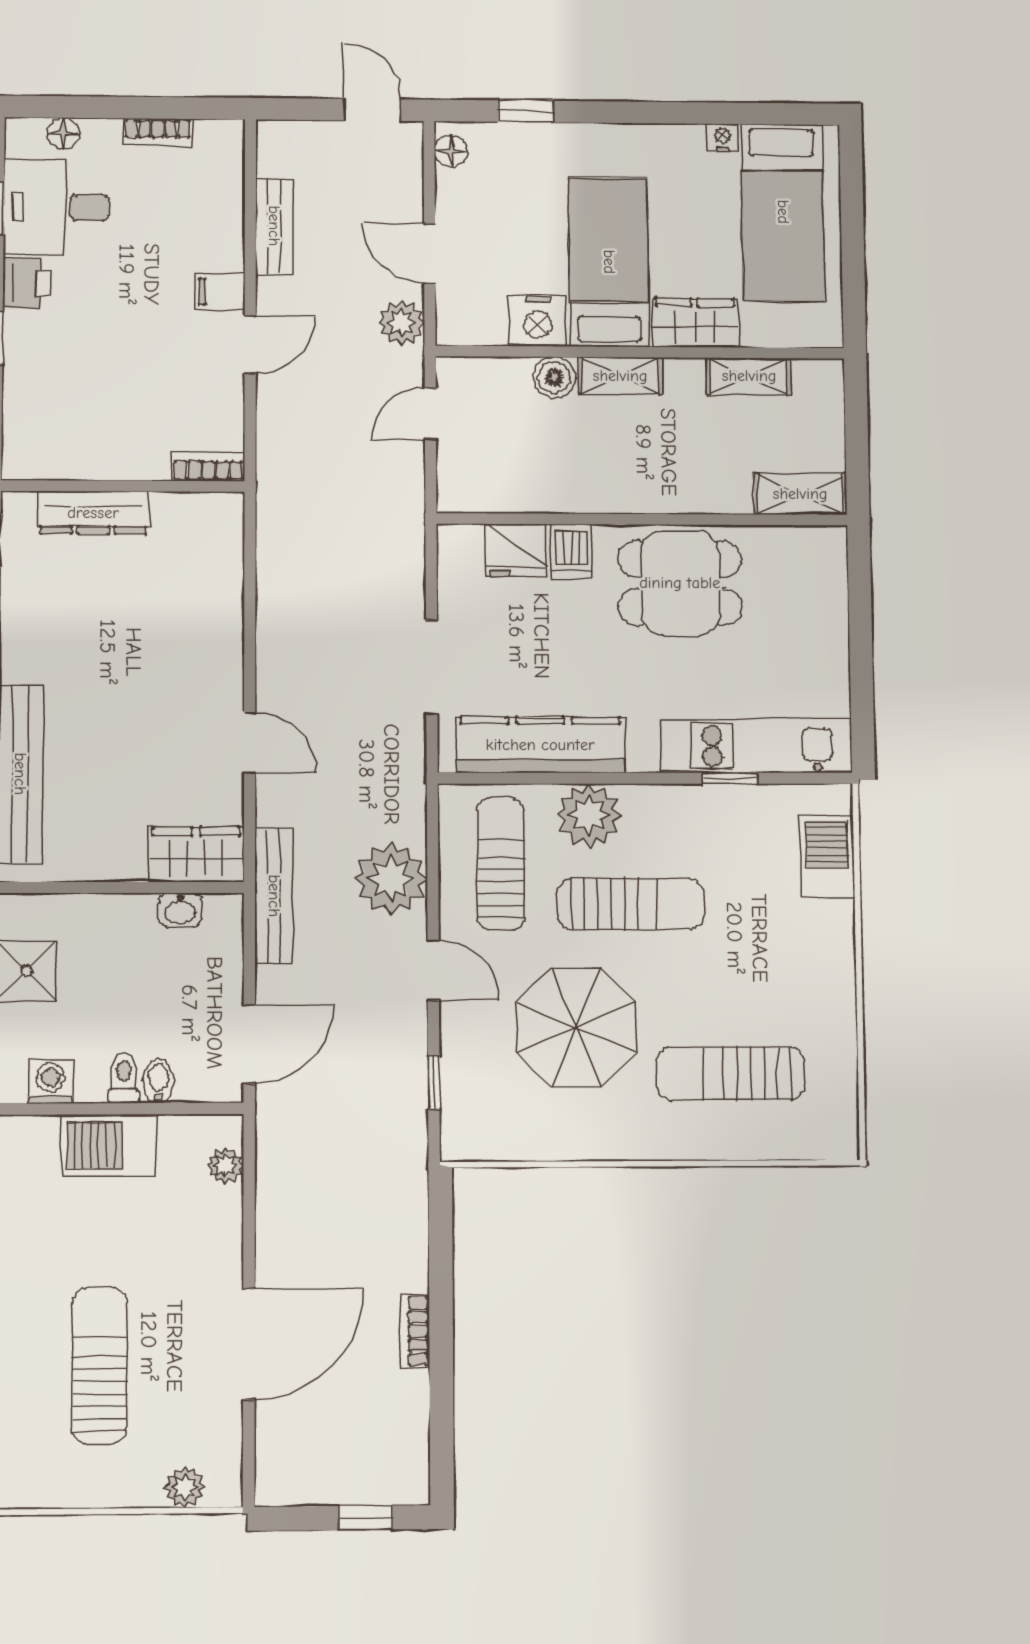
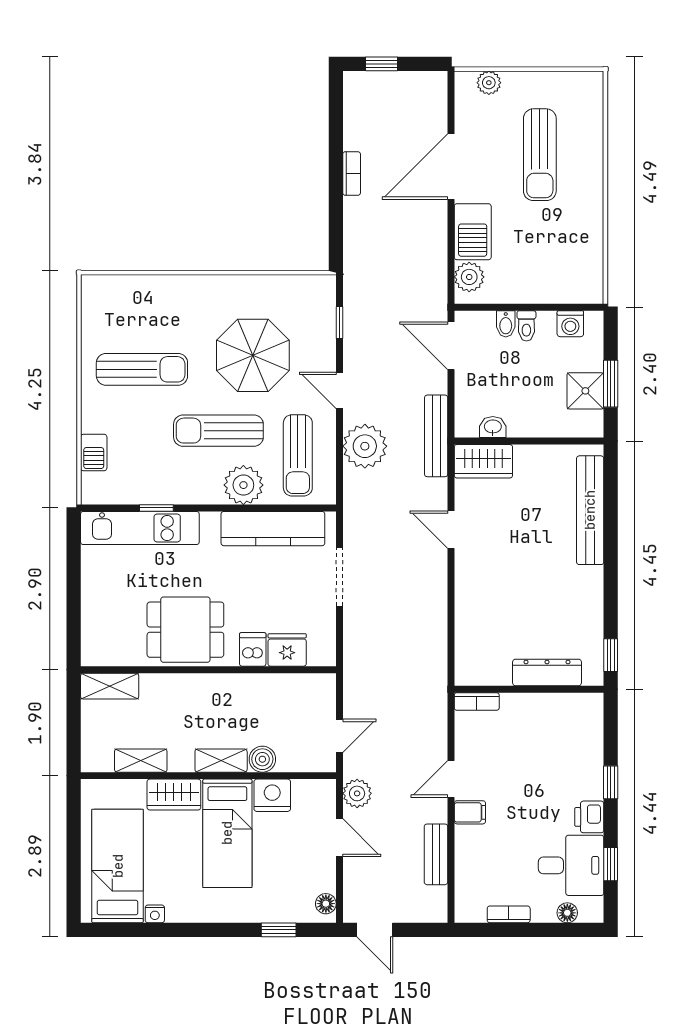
barbecue: (827, 857) -> (94, 453), width x0.73, depth x0.79
door: (249, 1044) -> (451, 346), hinge flipped
sun lounger: (730, 1074) -> (142, 369), moved
barbecue: (109, 1145) -> (473, 232), moved, turned 90
plant: (225, 1166) -> (469, 277), width x1.38, depth x1.38

